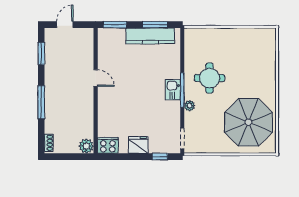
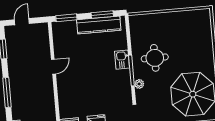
door: (96, 78) -> (53, 67), hinge flipped
kitchen sink: (173, 90) -> (122, 60), moved

